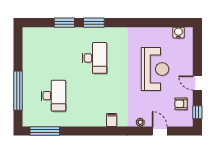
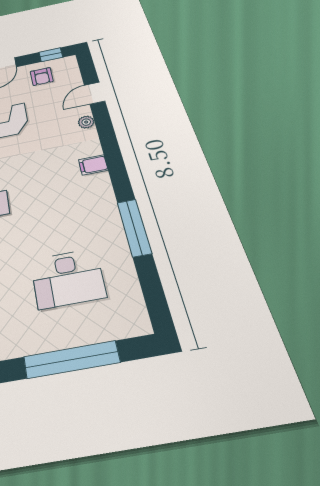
desk: (53, 96) -> (68, 278), turned 180
window: (45, 131) -> (134, 227), moved

